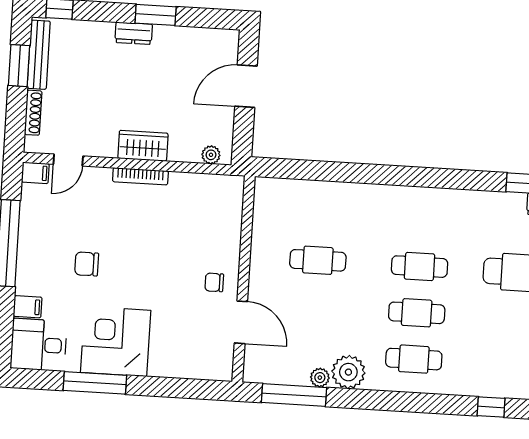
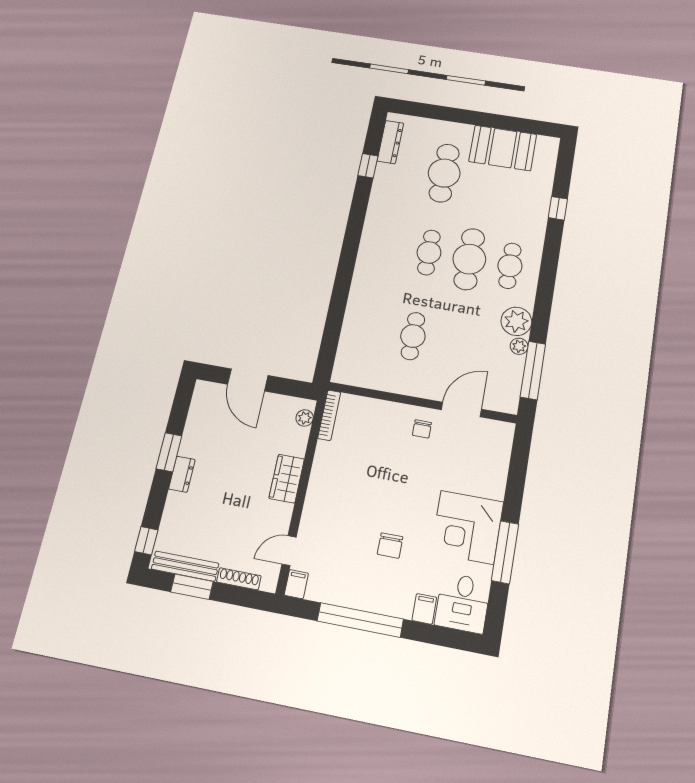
door: (68, 160) -> (289, 551), swing flipped
bookcase: (140, 176) -> (329, 415), moved
cafe table: (417, 313) -> (469, 259), width x1.37, depth x1.35

